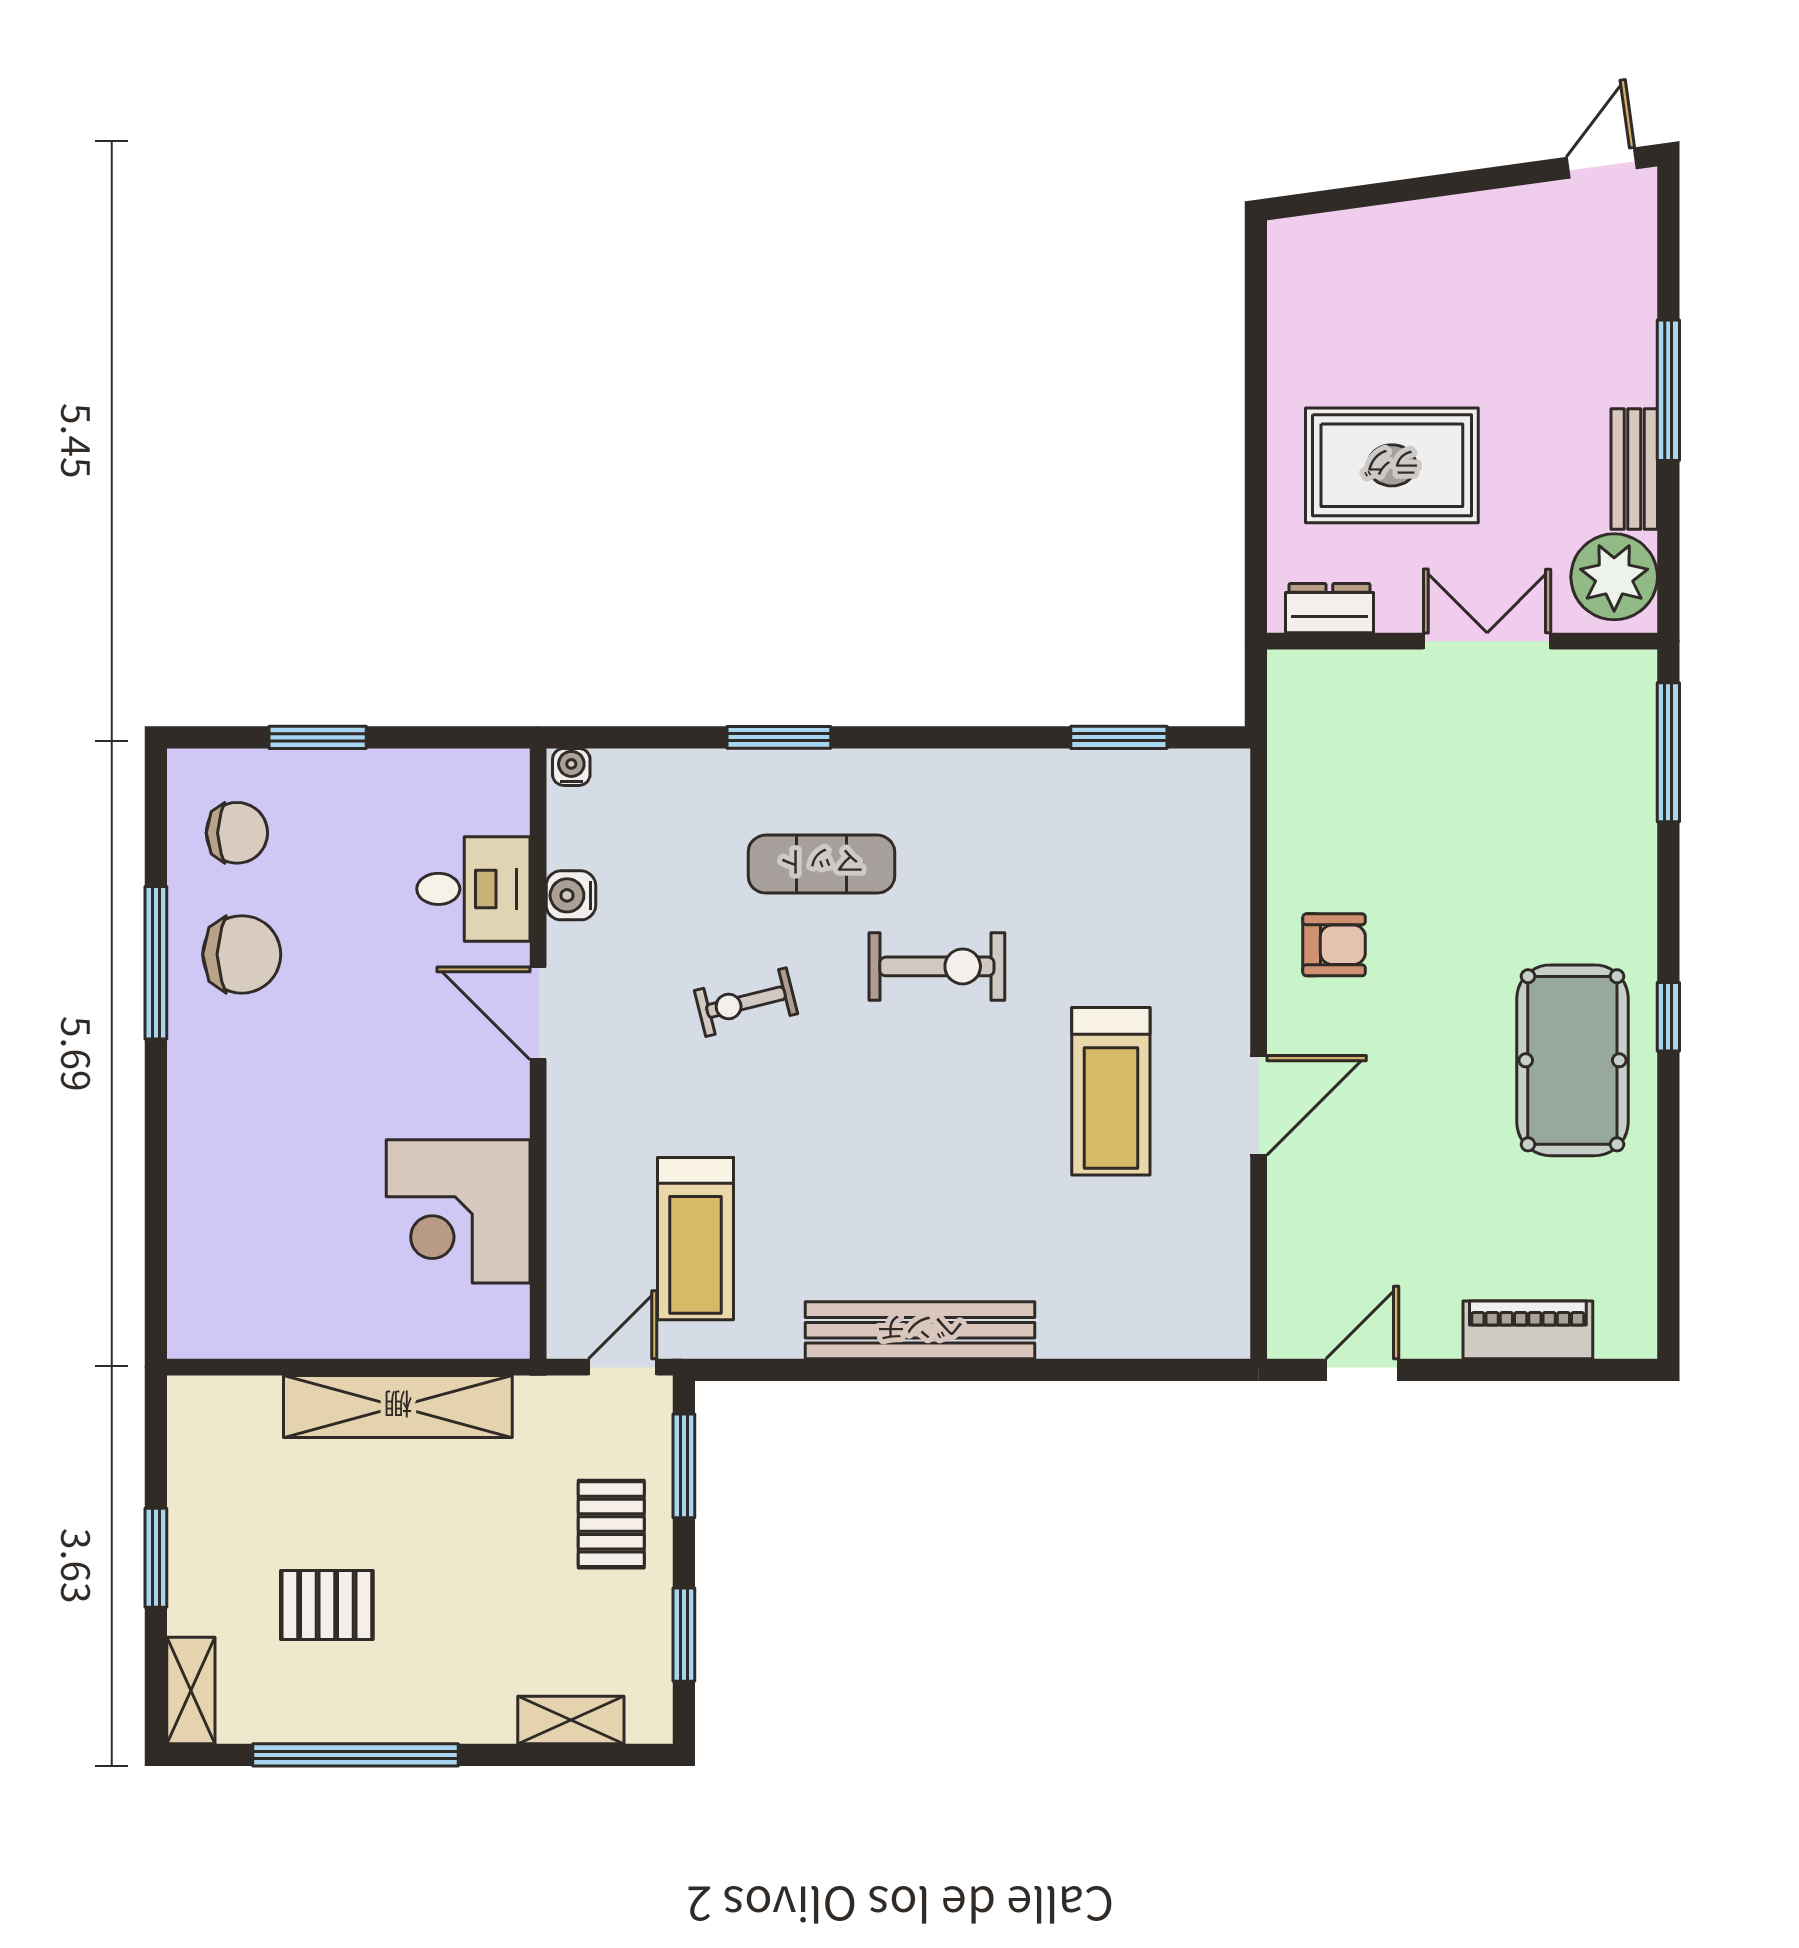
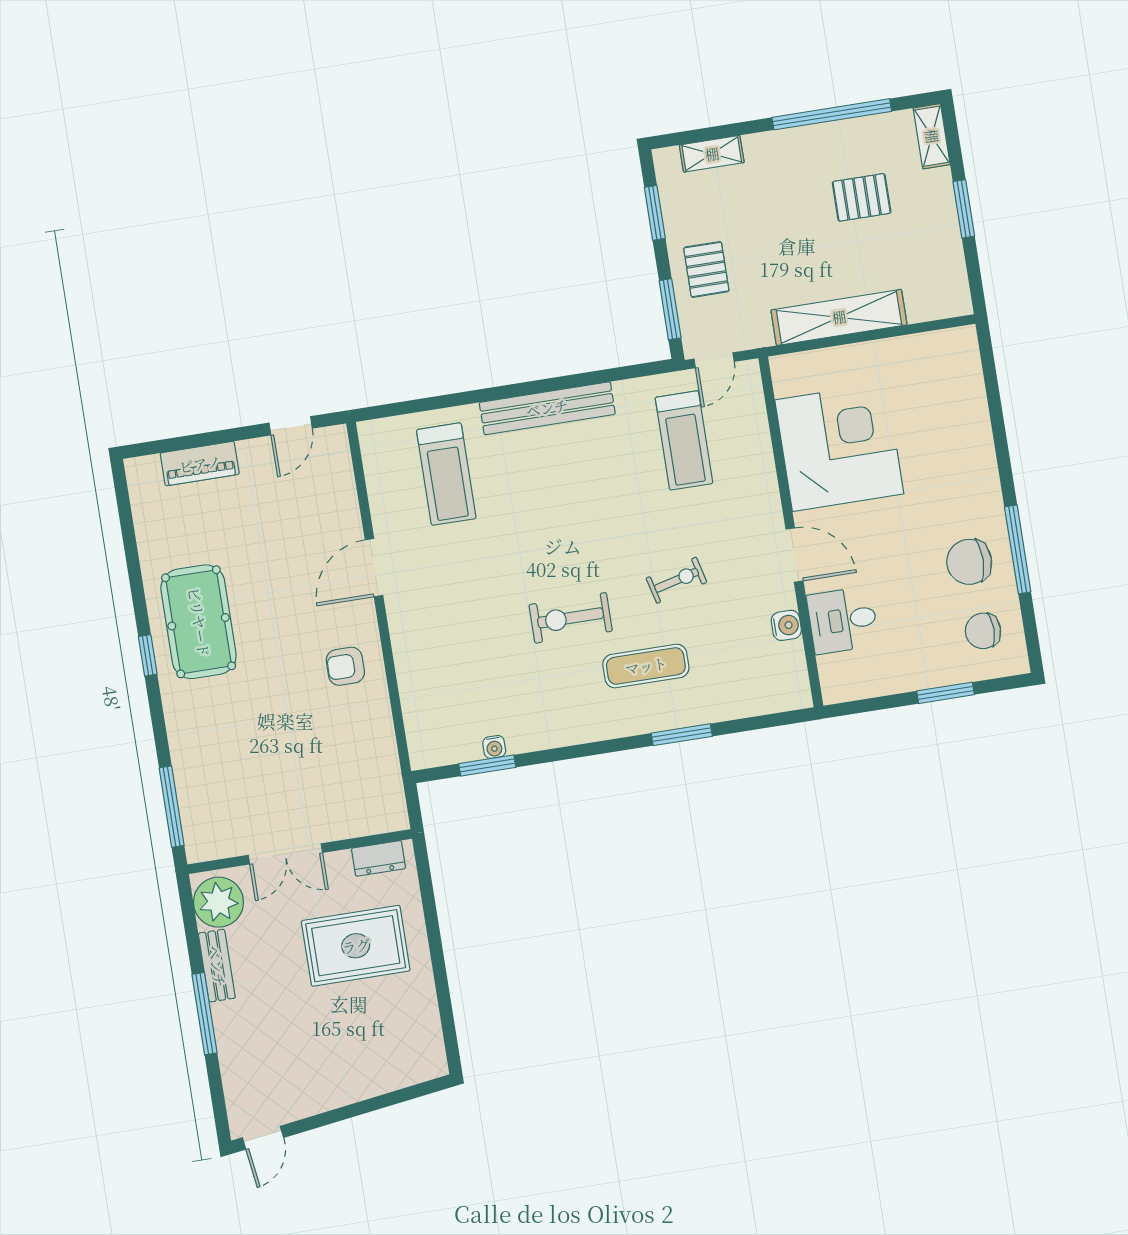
water cooler: (571, 767) -> (494, 747), moved
treadmill: (1111, 1091) -> (446, 474), moved, turned 180
corner desk: (458, 1211) -> (839, 447), width x1.36, depth x1.36
treadmill: (695, 1239) -> (684, 440), turned 180

